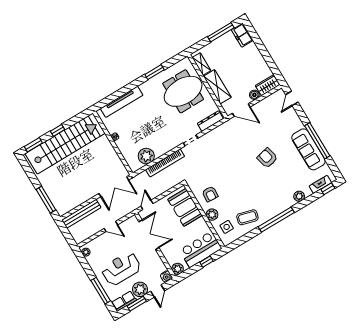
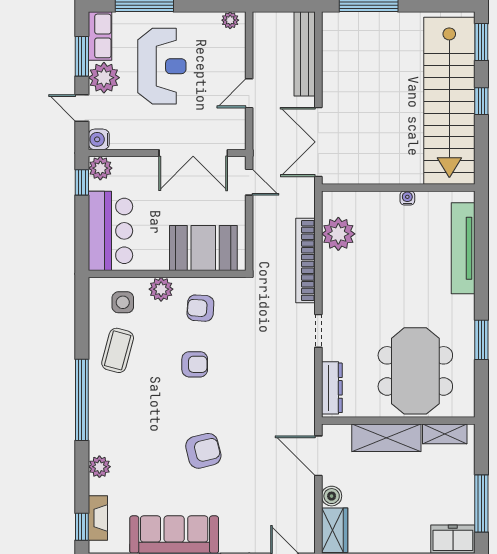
door: (241, 110) -> (318, 456), hinge flipped
armchair: (234, 183) -> (195, 364), added
window: (207, 262) -> (82, 182), moved

